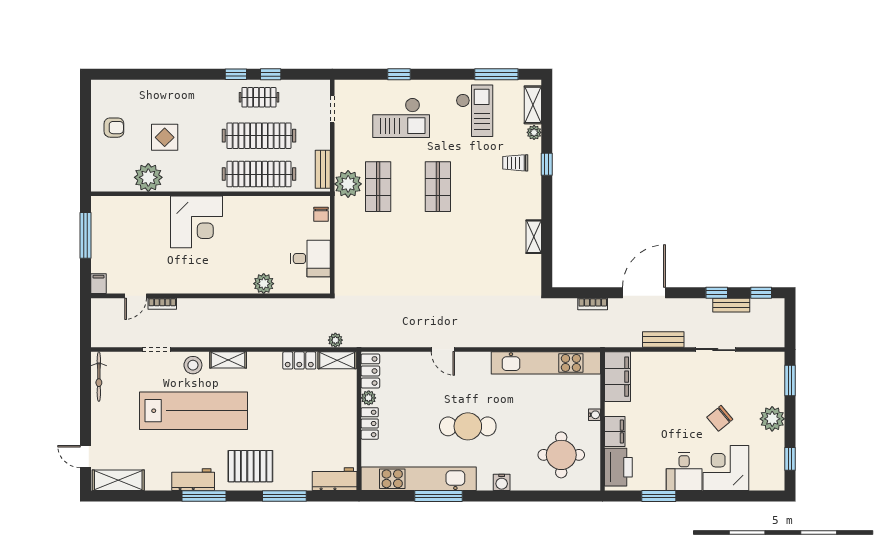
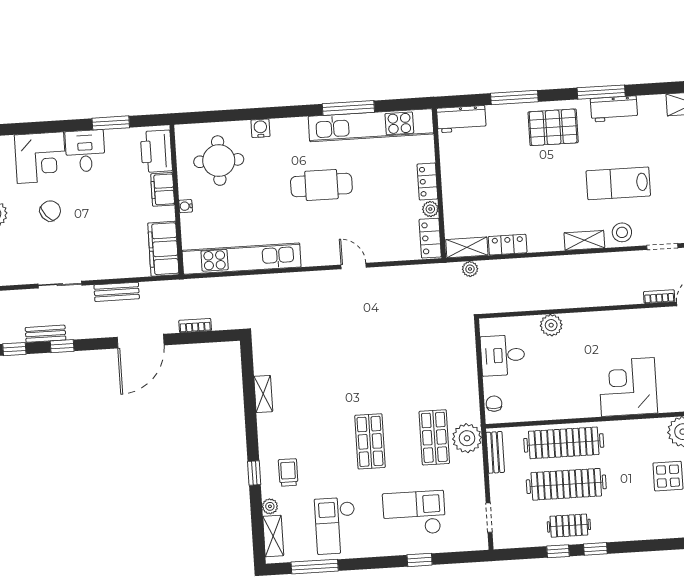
trolley: (515, 163) -> (288, 472), turned -90
lab bench: (193, 411) -> (618, 183), width x0.54, depth x0.72
water cooler: (502, 482) -> (260, 128), moved

